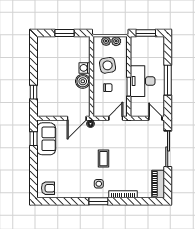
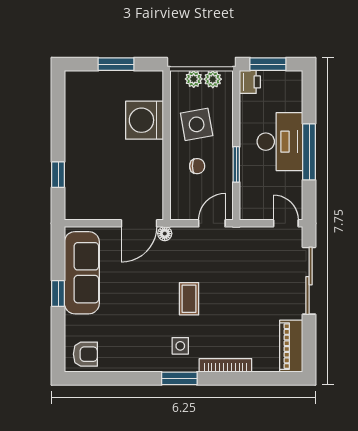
printer: (136, 43) -> (250, 82), added
washing machine: (84, 68) -> (145, 120), width x1.89, depth x1.89
boiler: (83, 81) -> (150, 154), removed
desk: (143, 81) -> (280, 142), moved, turned 180
window: (33, 139) -> (58, 293), moved
sofa: (46, 139) -> (82, 273), width x1.36

